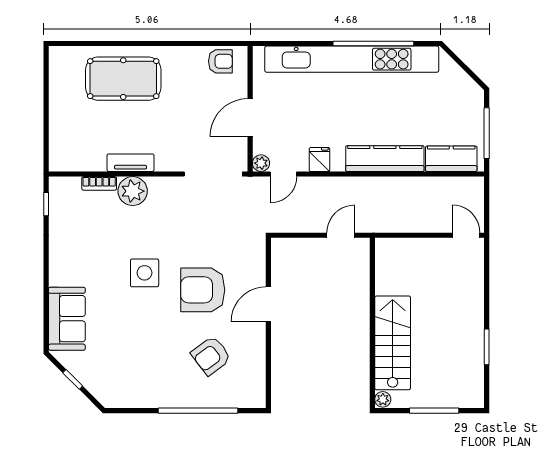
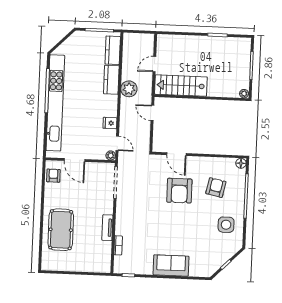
door: (250, 118) -> (74, 160), moved
kitchen counter: (385, 159) -> (111, 80), width x0.67
plant: (133, 191) -> (129, 89), moved
door: (466, 235) -> (154, 64), moved
side table: (145, 273) -> (226, 225), moved
door: (268, 304) -> (176, 154), moved
sofa: (67, 319) -> (171, 265), moved
stairs: (393, 343) -> (181, 86), moved
armchair: (211, 356) -> (216, 188), turned -131
floor lamp: (257, 399) -> (241, 163), added

